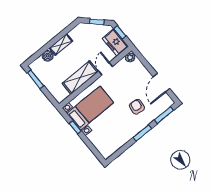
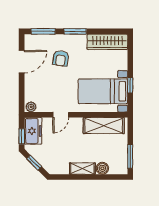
shelving: (80, 77) -> (104, 126), moved
wardrobe: (115, 144) -> (107, 42), added

